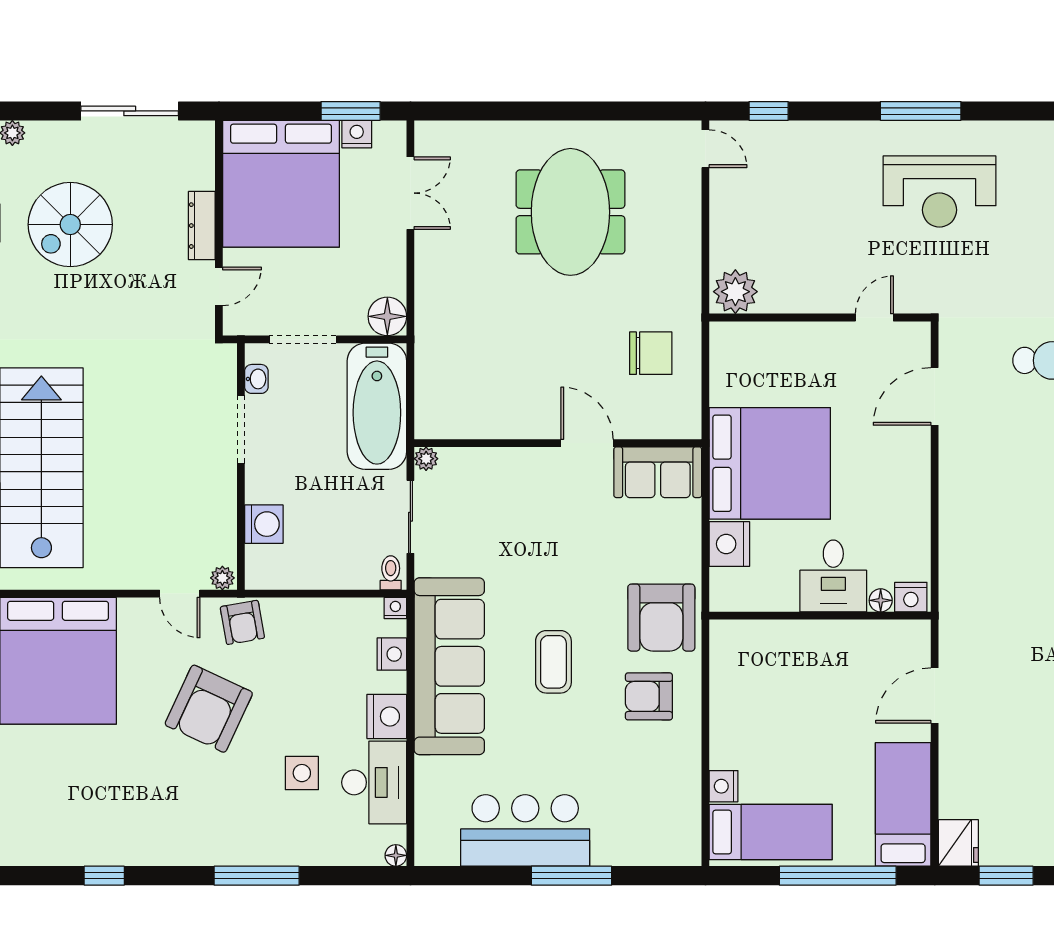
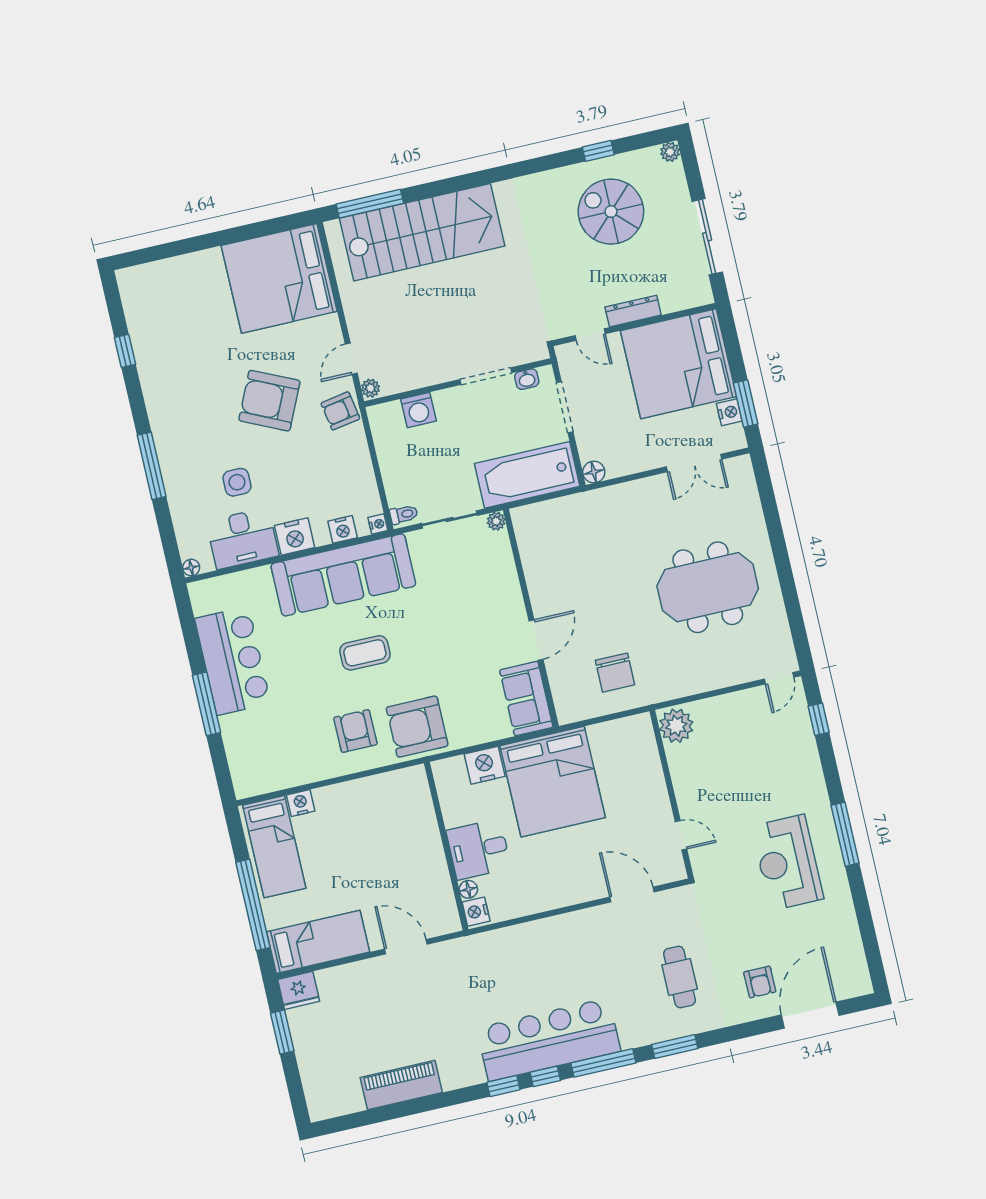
floor lamp: (387, 316) -> (594, 472), width x0.73, depth x0.73

